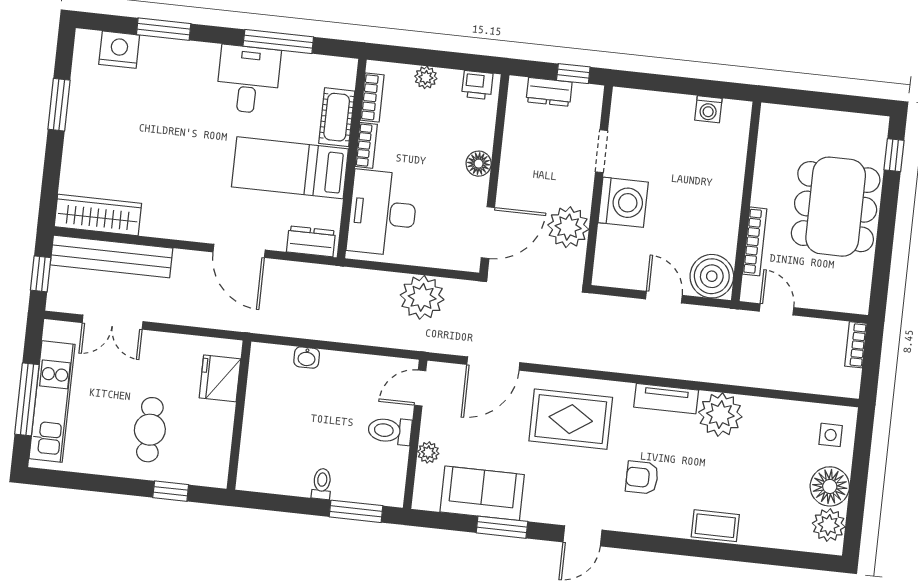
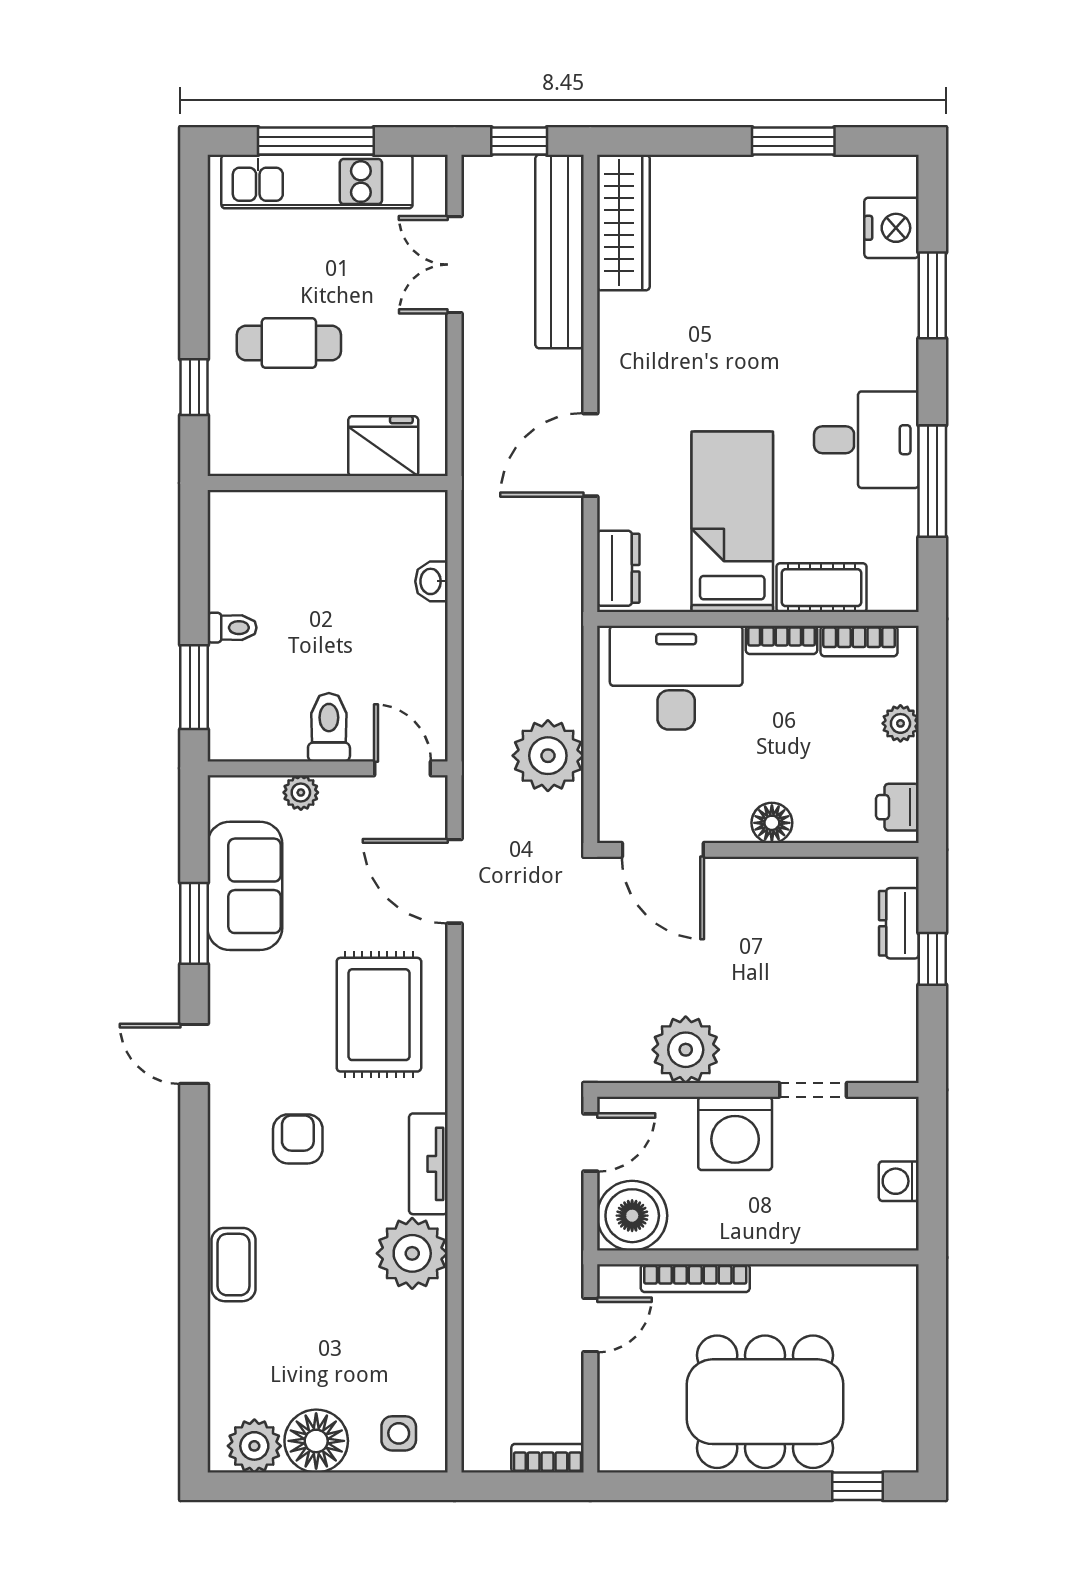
doorway: (602, 151) -> (813, 1090), moved
wall: (598, 185) -> (758, 1090), moved
washing machine: (623, 202) -> (735, 1133), moved
plant: (568, 227) -> (686, 1050), moved

